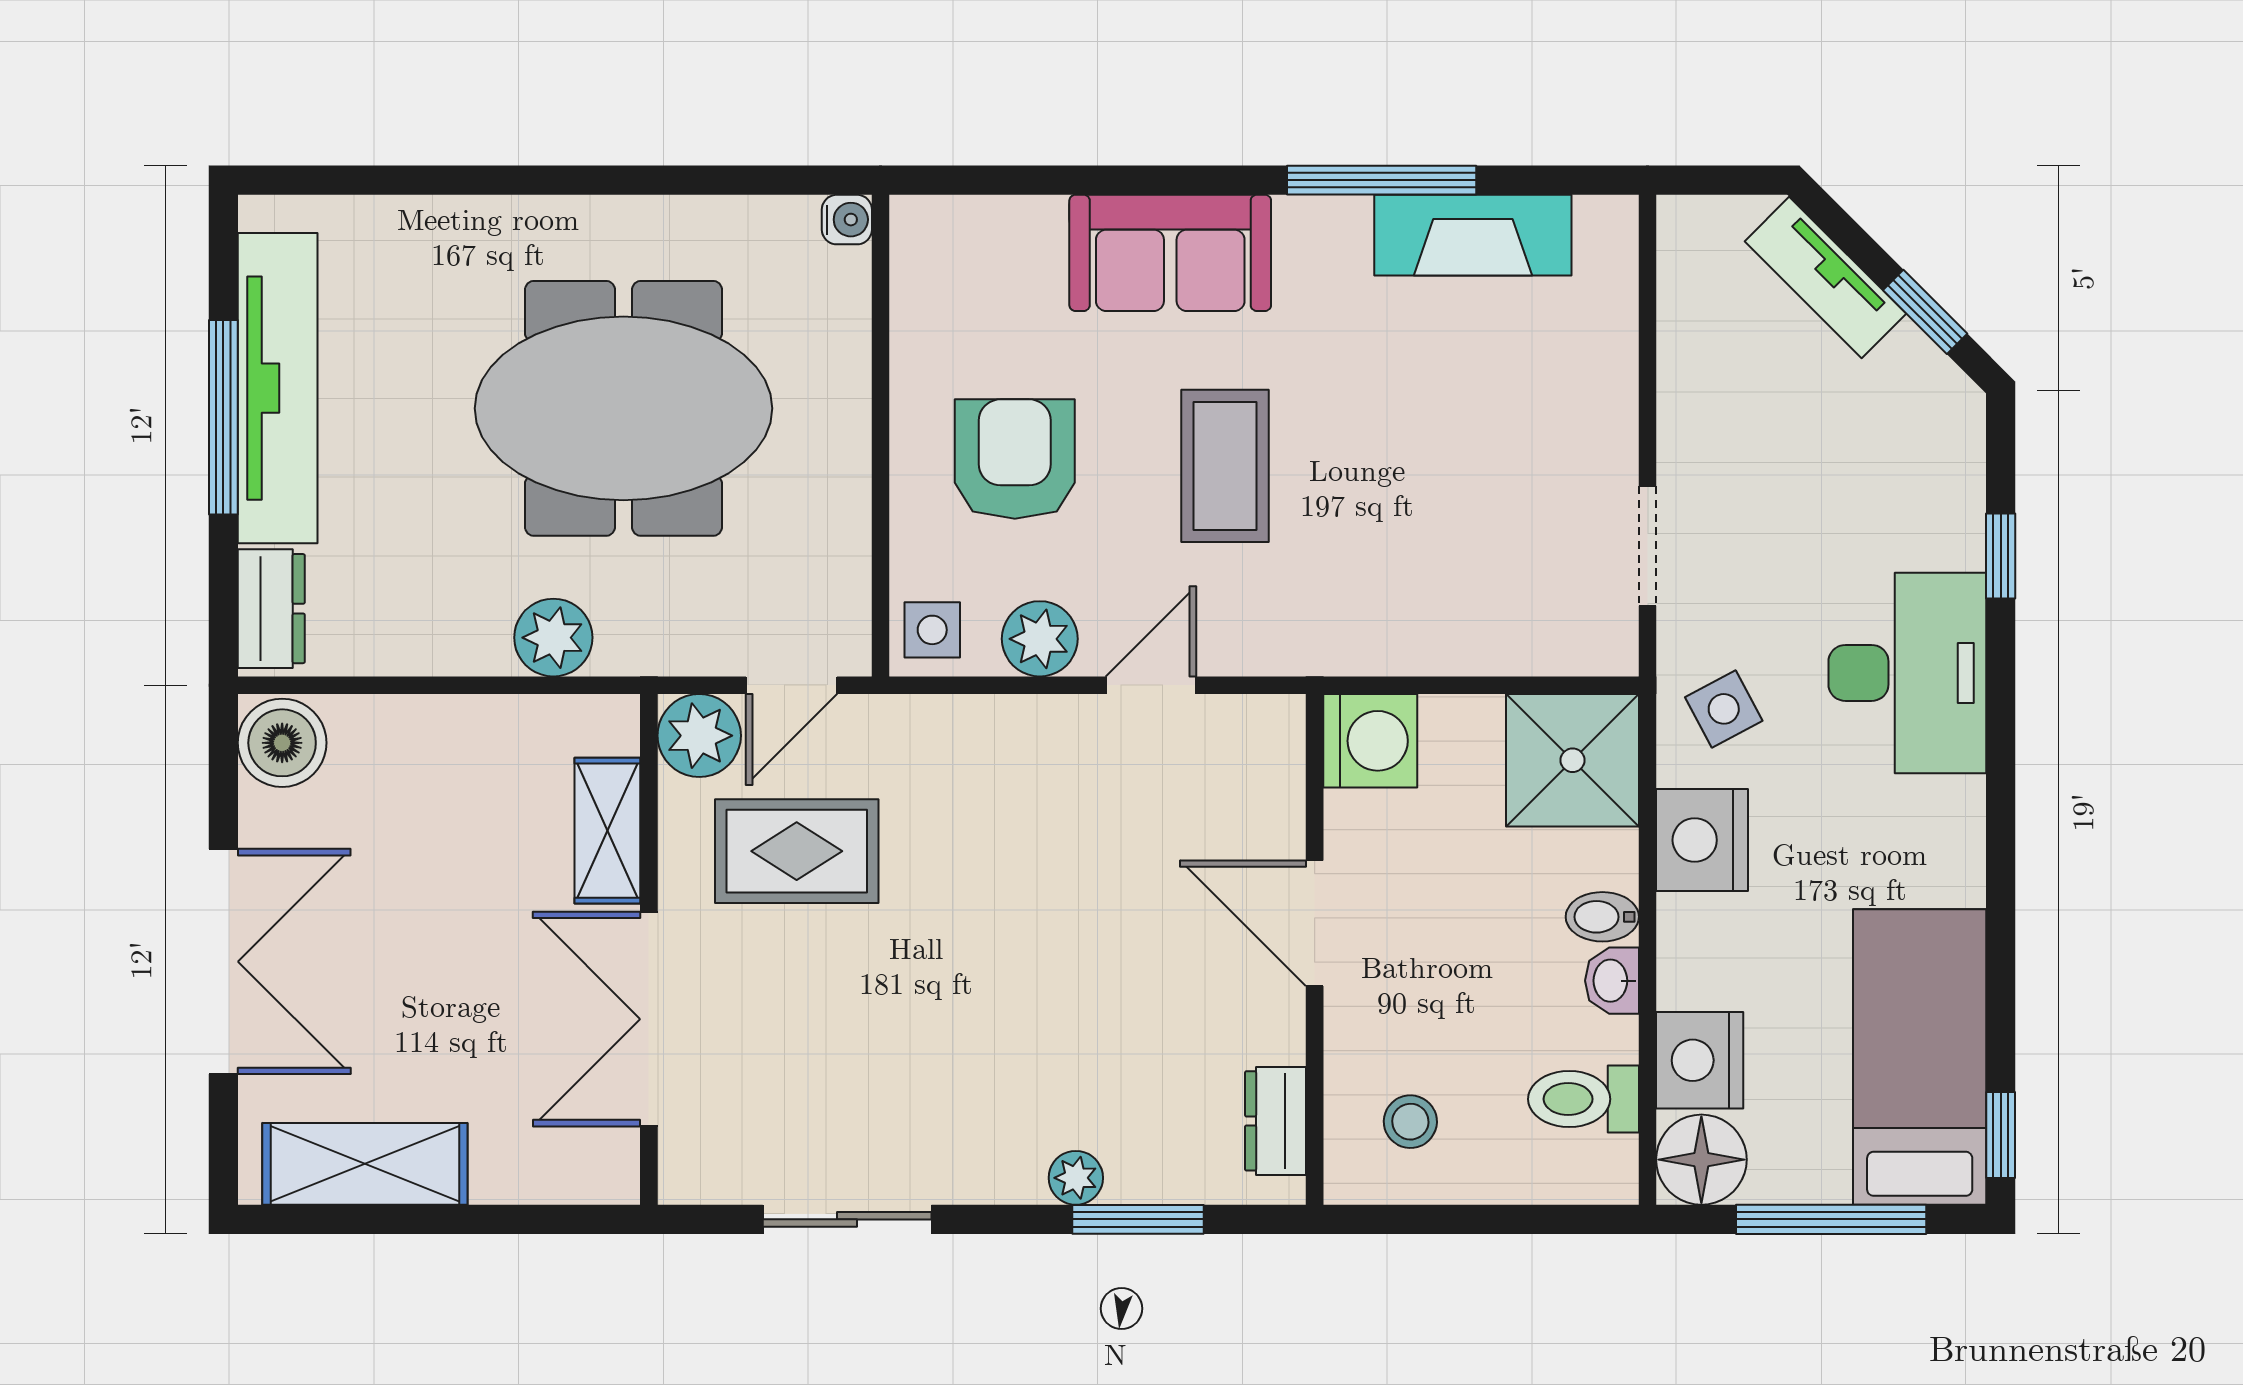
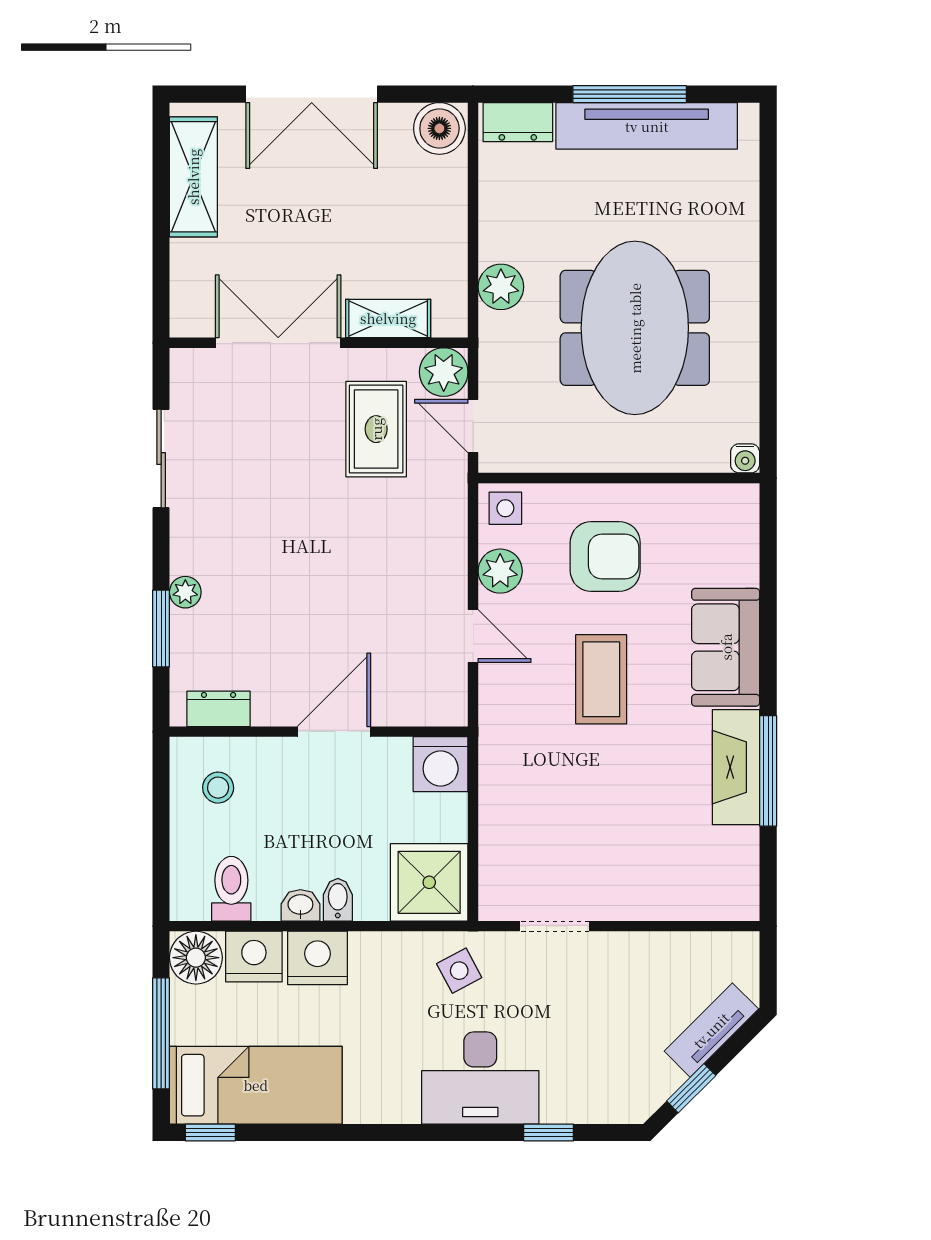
fireplace: (1473, 235) -> (736, 767), moved
coffee table: (1225, 466) -> (601, 679), turned 90
nightstand: (1702, 840) -> (317, 958), moved

